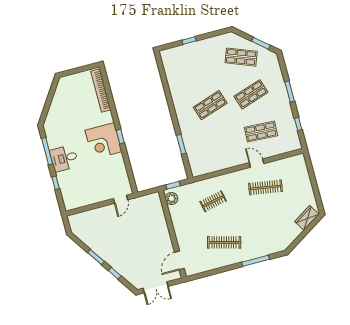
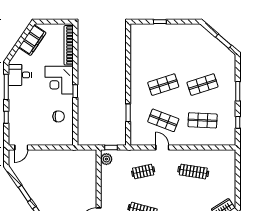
shop shelf: (241, 57) -> (163, 120), moved
filing cabinet: (61, 95) -> (32, 40), added
corner desk: (104, 141) -> (59, 80), moved
desk: (64, 158) -> (20, 75), moved
door: (257, 163) -> (162, 148), moved
chair: (110, 167) -> (59, 116), added
door: (121, 199) -> (21, 148), moved

